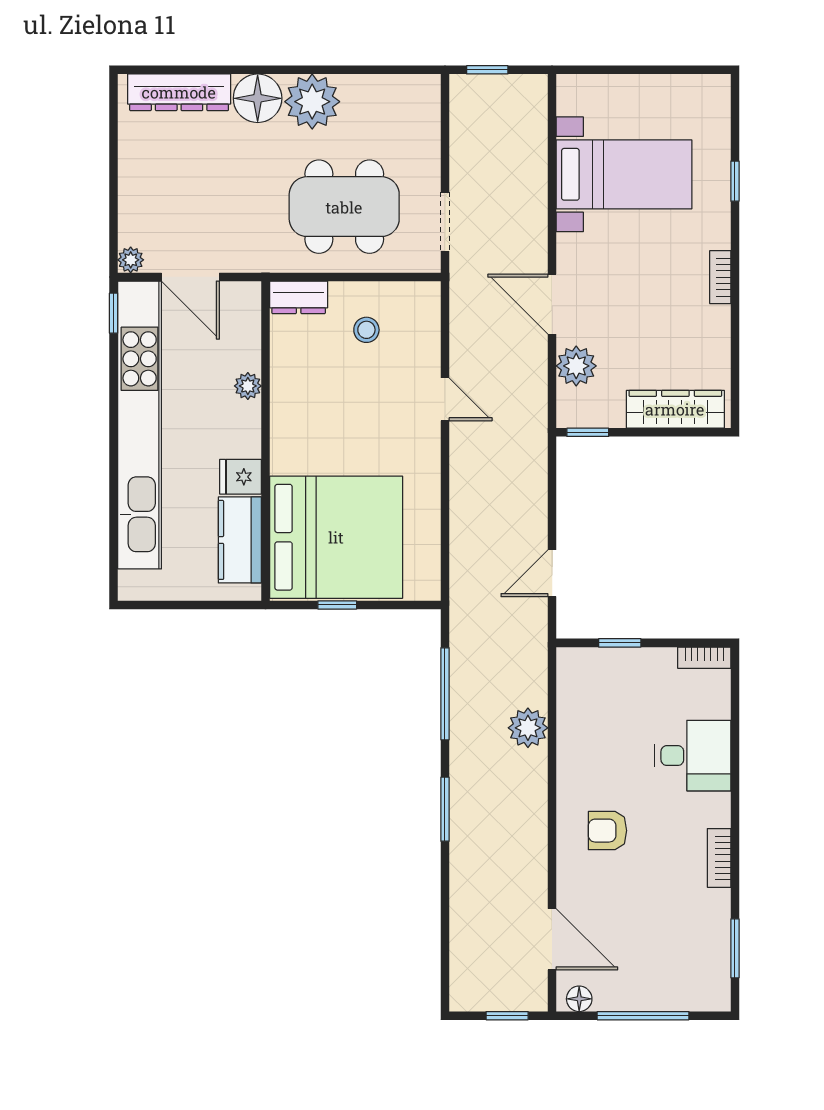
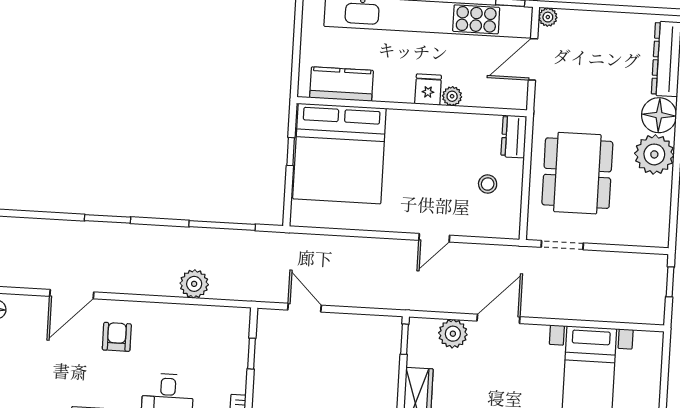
fridge: (241, 477) -> (428, 90), moved
window: (445, 809) -> (107, 219), moved
door: (552, 939) -> (72, 294), moved

